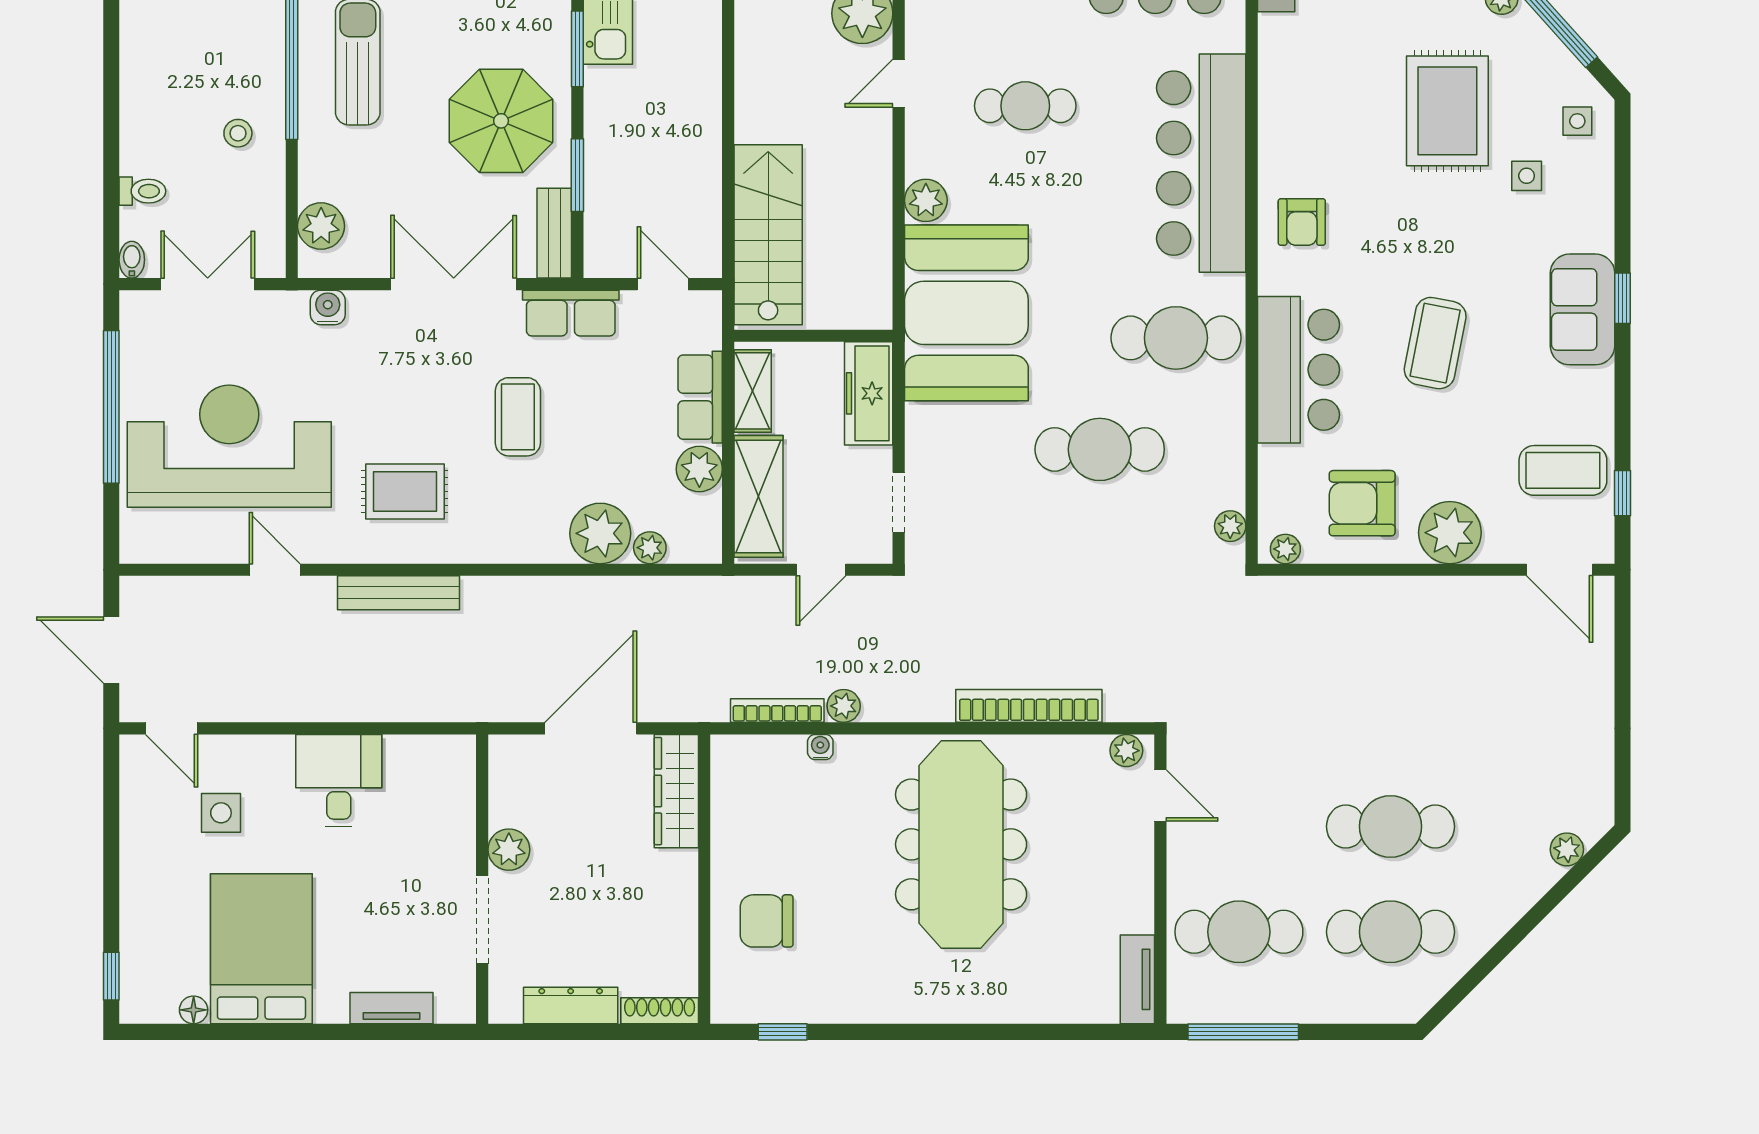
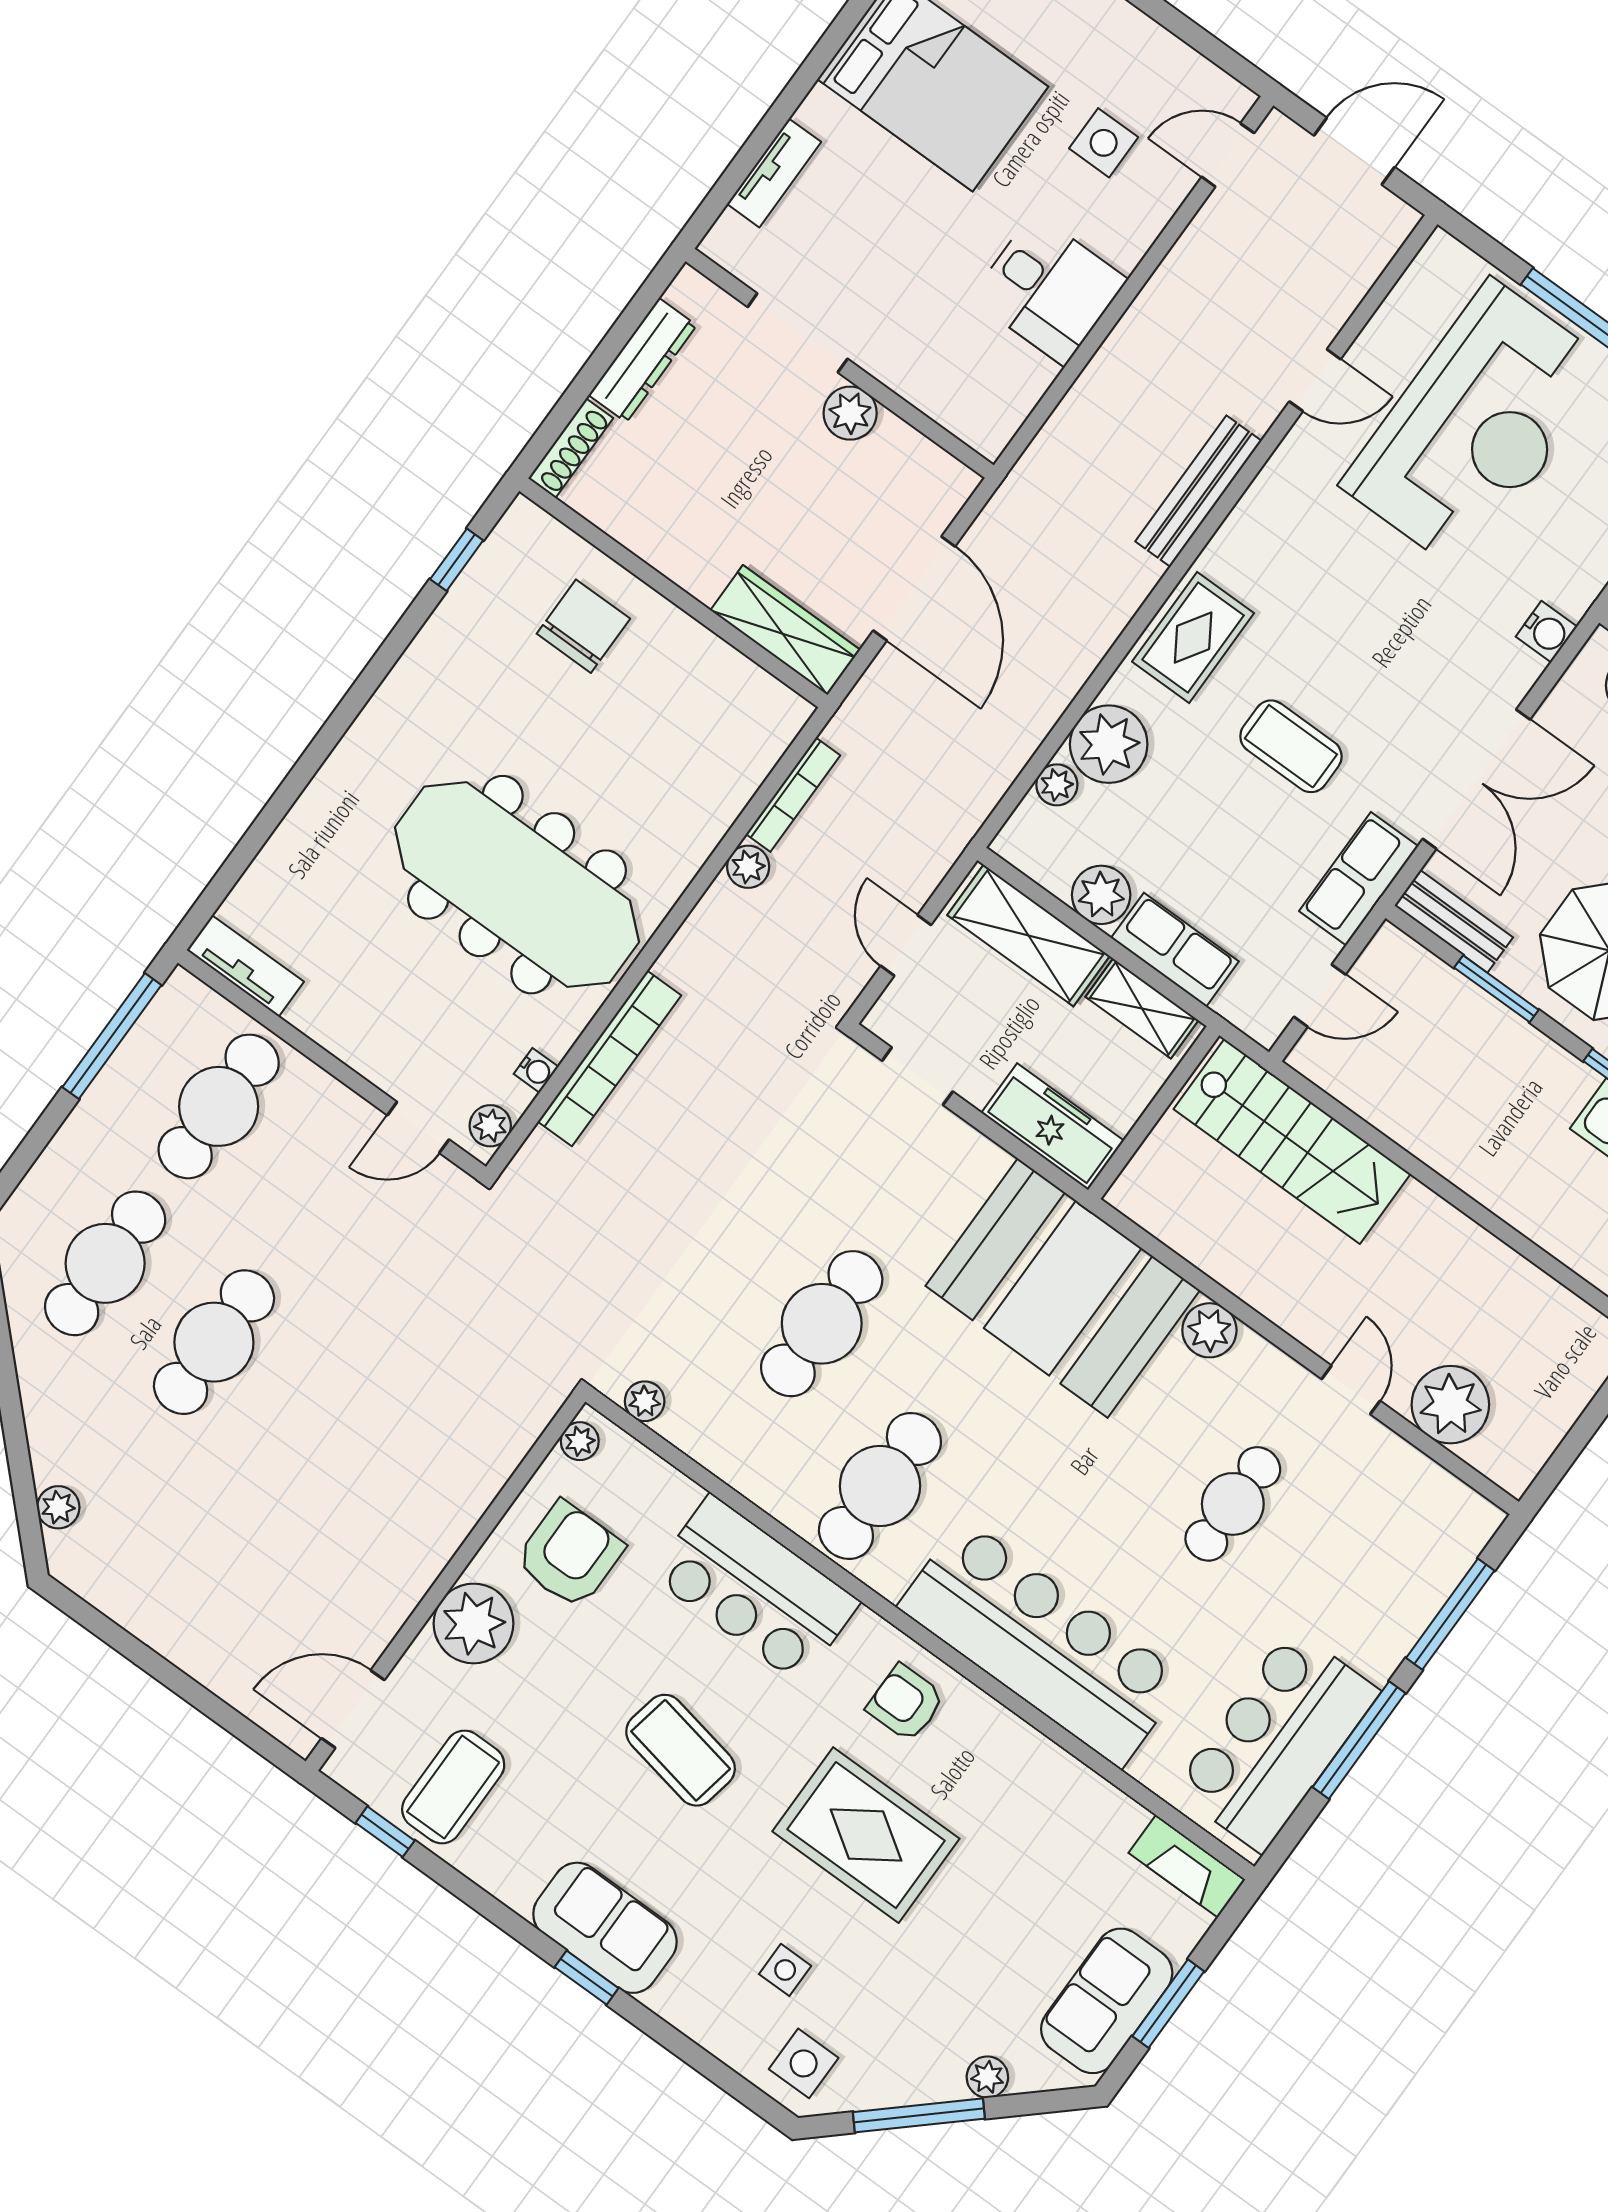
rug: (1447, 111) -> (866, 1835), moved
side table: (1577, 121) -> (804, 2063), width x1.37, depth x1.37
rug: (405, 491) -> (1193, 637), moved
water cooler: (820, 747) -> (536, 1070), moved

